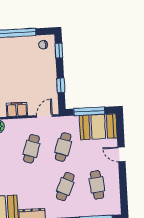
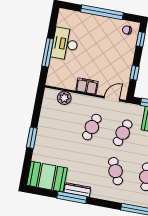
cafe table: (65, 187) -> (116, 171), turned -48

